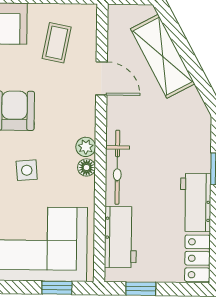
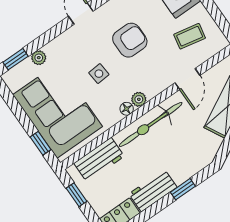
bicycle: (117, 167) -> (151, 124), width x1.37, depth x1.40

